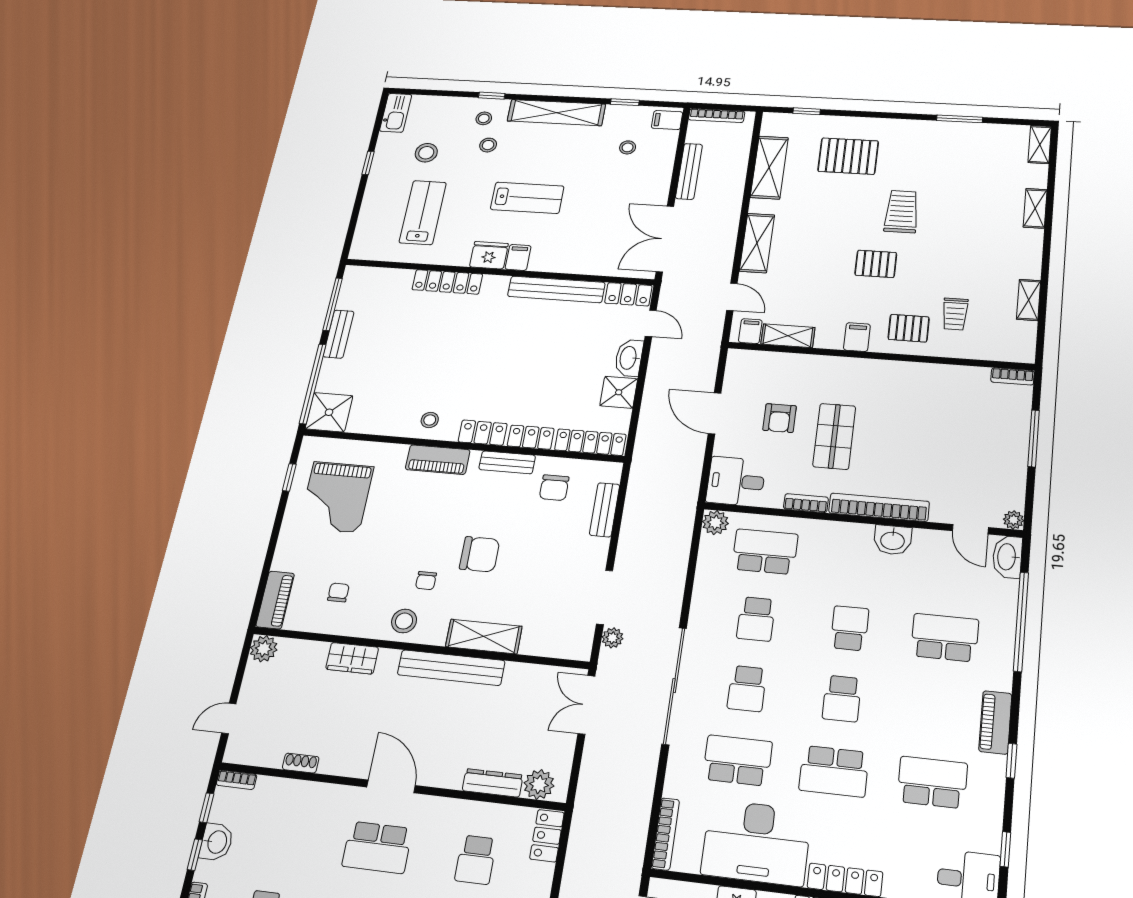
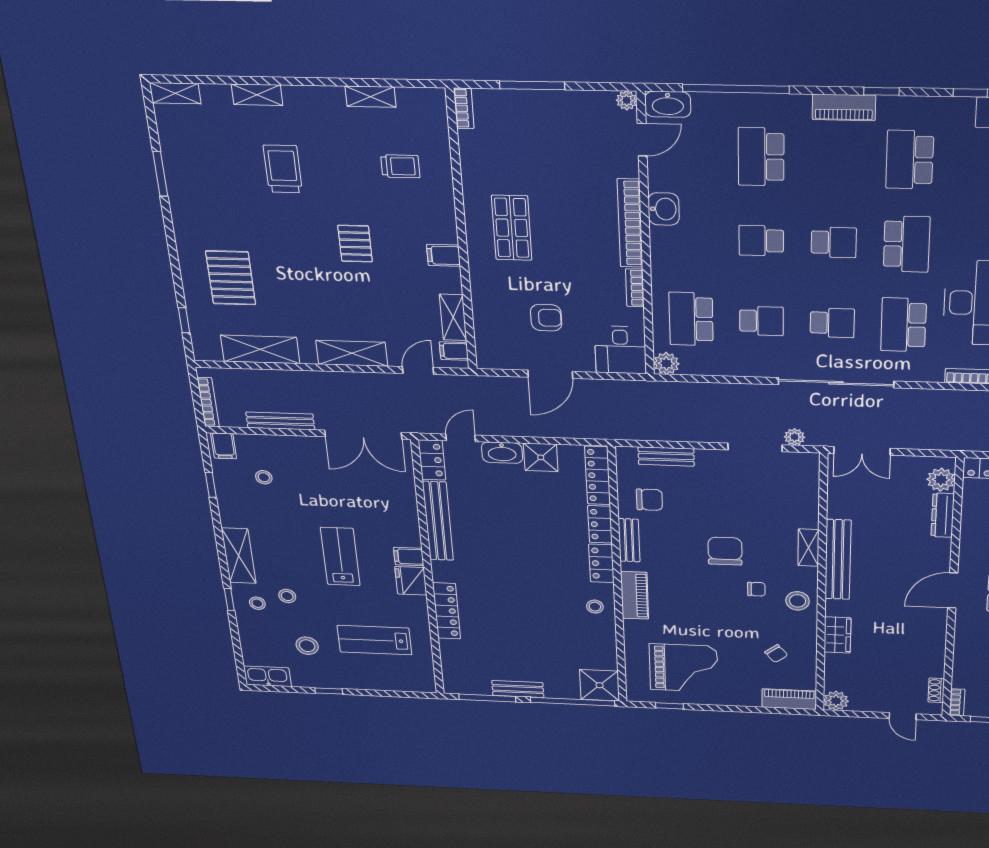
shelving: (556, 113) -> (239, 556), width x0.68
trolley: (902, 212) -> (283, 169), moved, turned 90
pallet: (909, 328) -> (425, 209), removed
shop shelf: (834, 436) -> (512, 228), moved, turned 90
chair: (338, 592) -> (776, 654), turned -129
shelving: (484, 636) -> (808, 548), width x0.67, depth x0.75
shoe rack: (301, 763) -> (936, 690), moved

